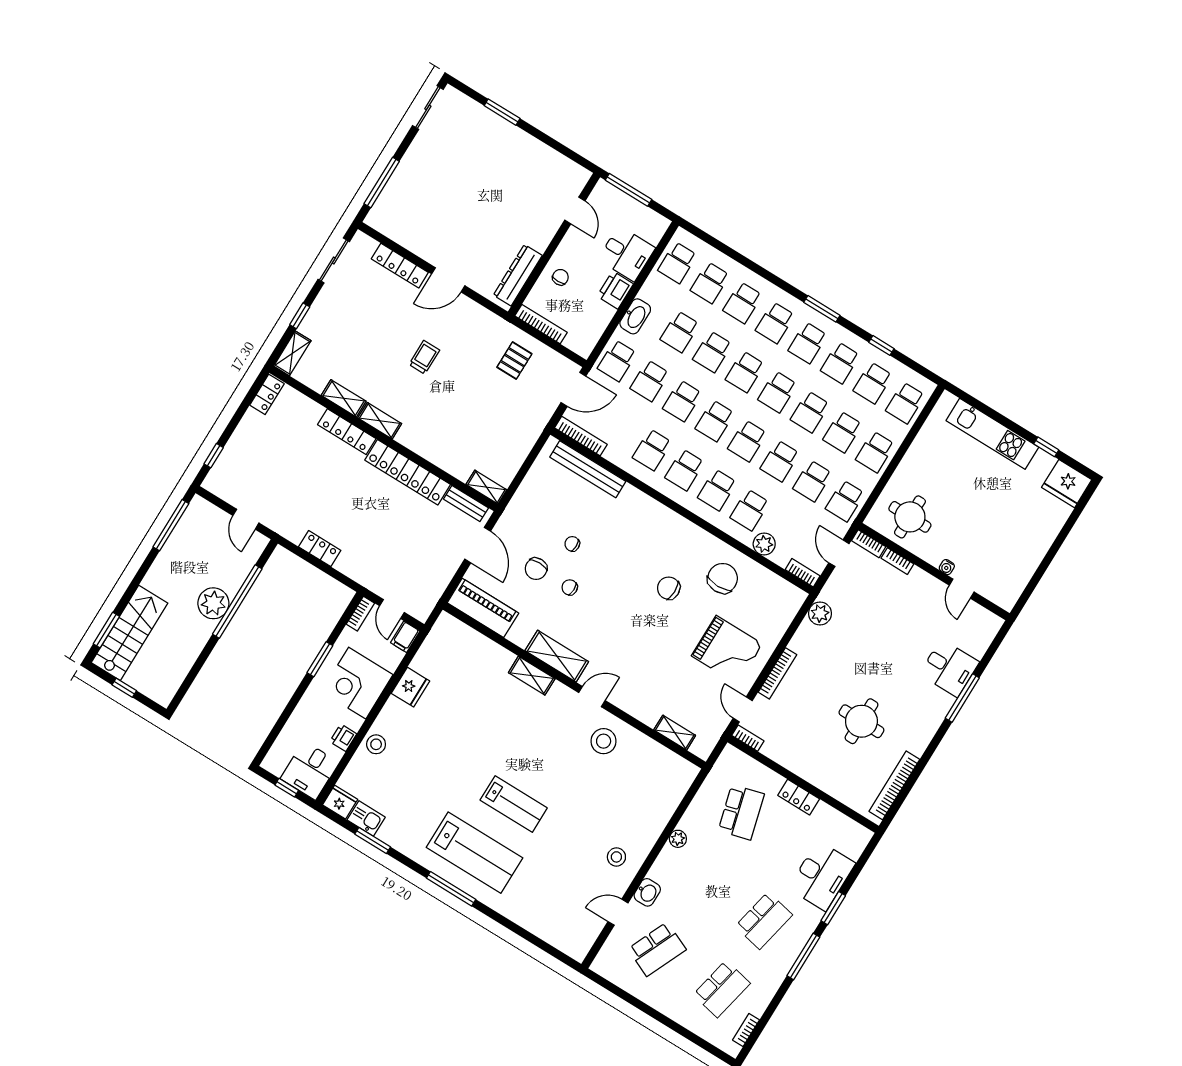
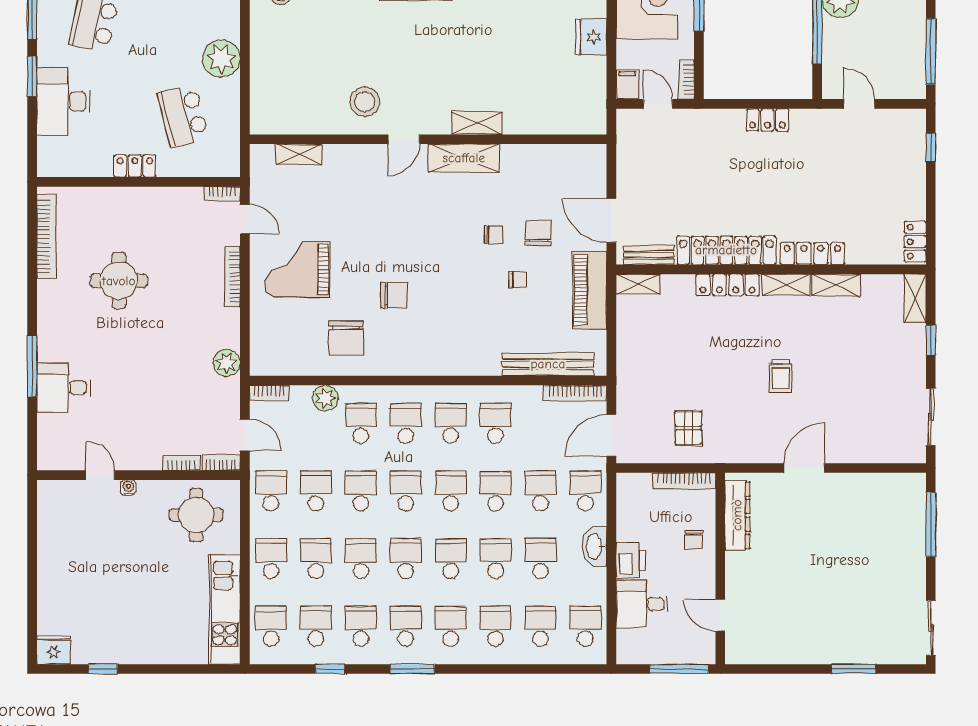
locker: (400, 266) -> (728, 285), moved, turned 180
kitchen unit: (992, 434) -> (225, 610), moved, turned -90
fridge: (1067, 484) -> (54, 650), width x0.73, depth x0.75
piano: (483, 608) -> (590, 290), moved, turned 90
plant: (678, 839) -> (221, 59), width x1.88, depth x1.88

